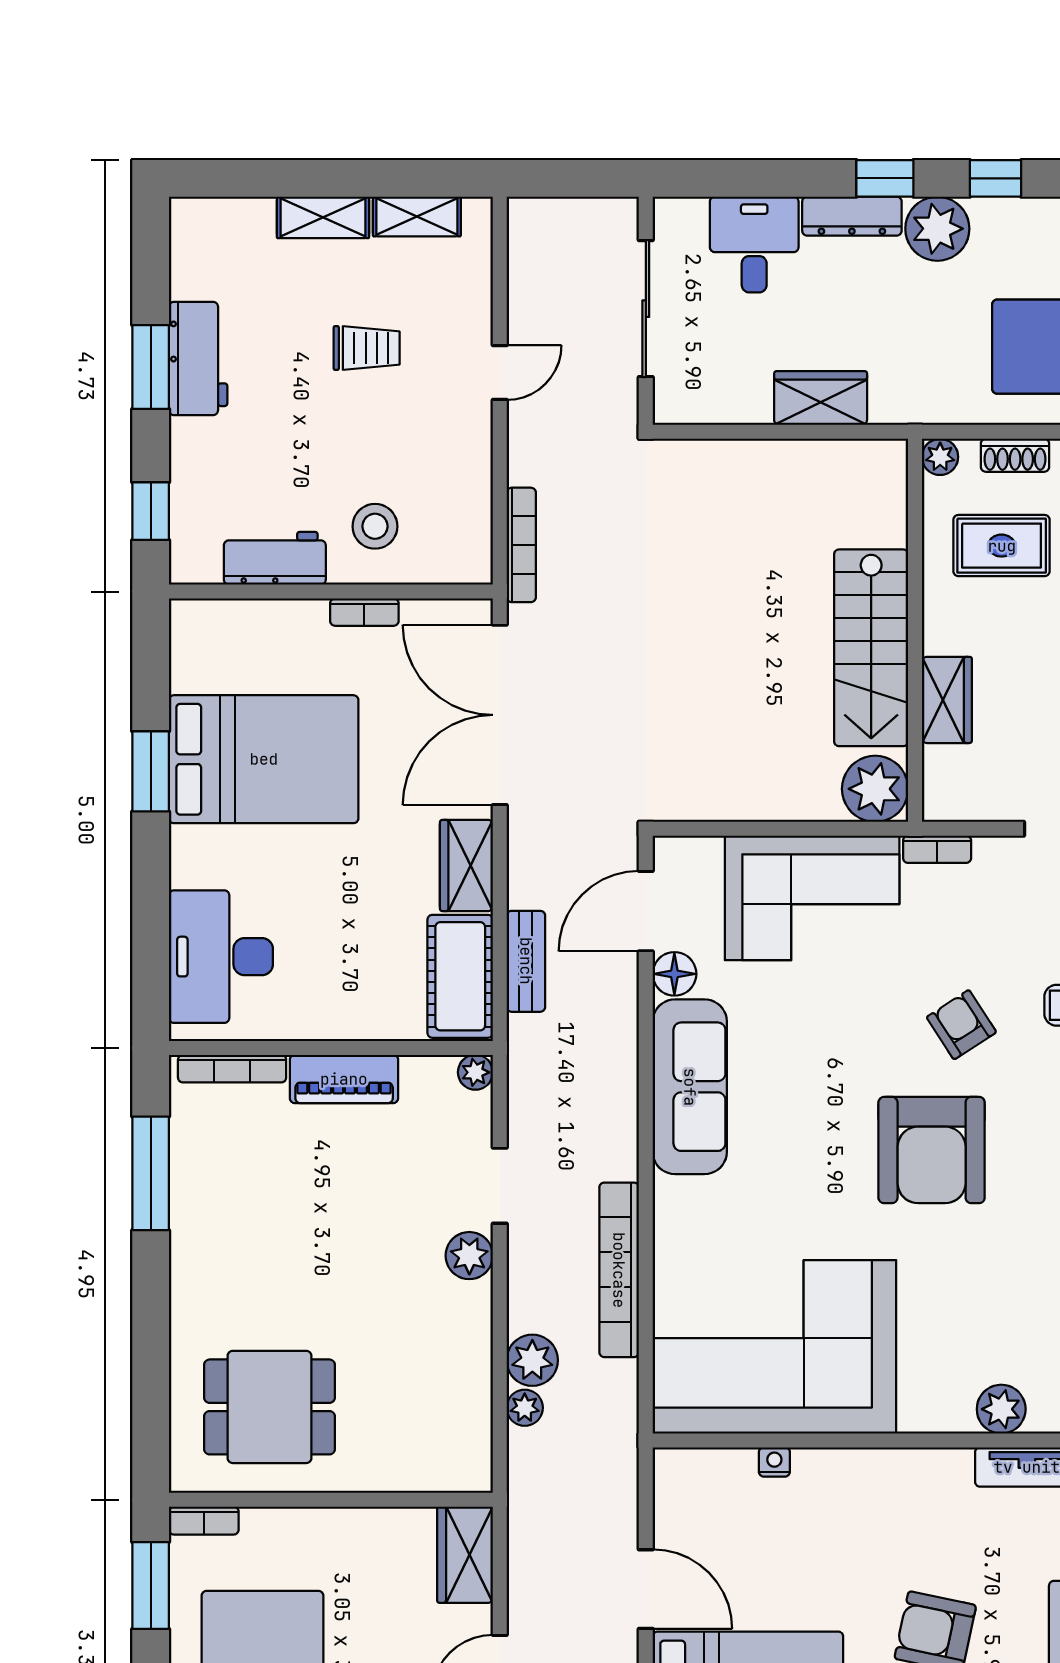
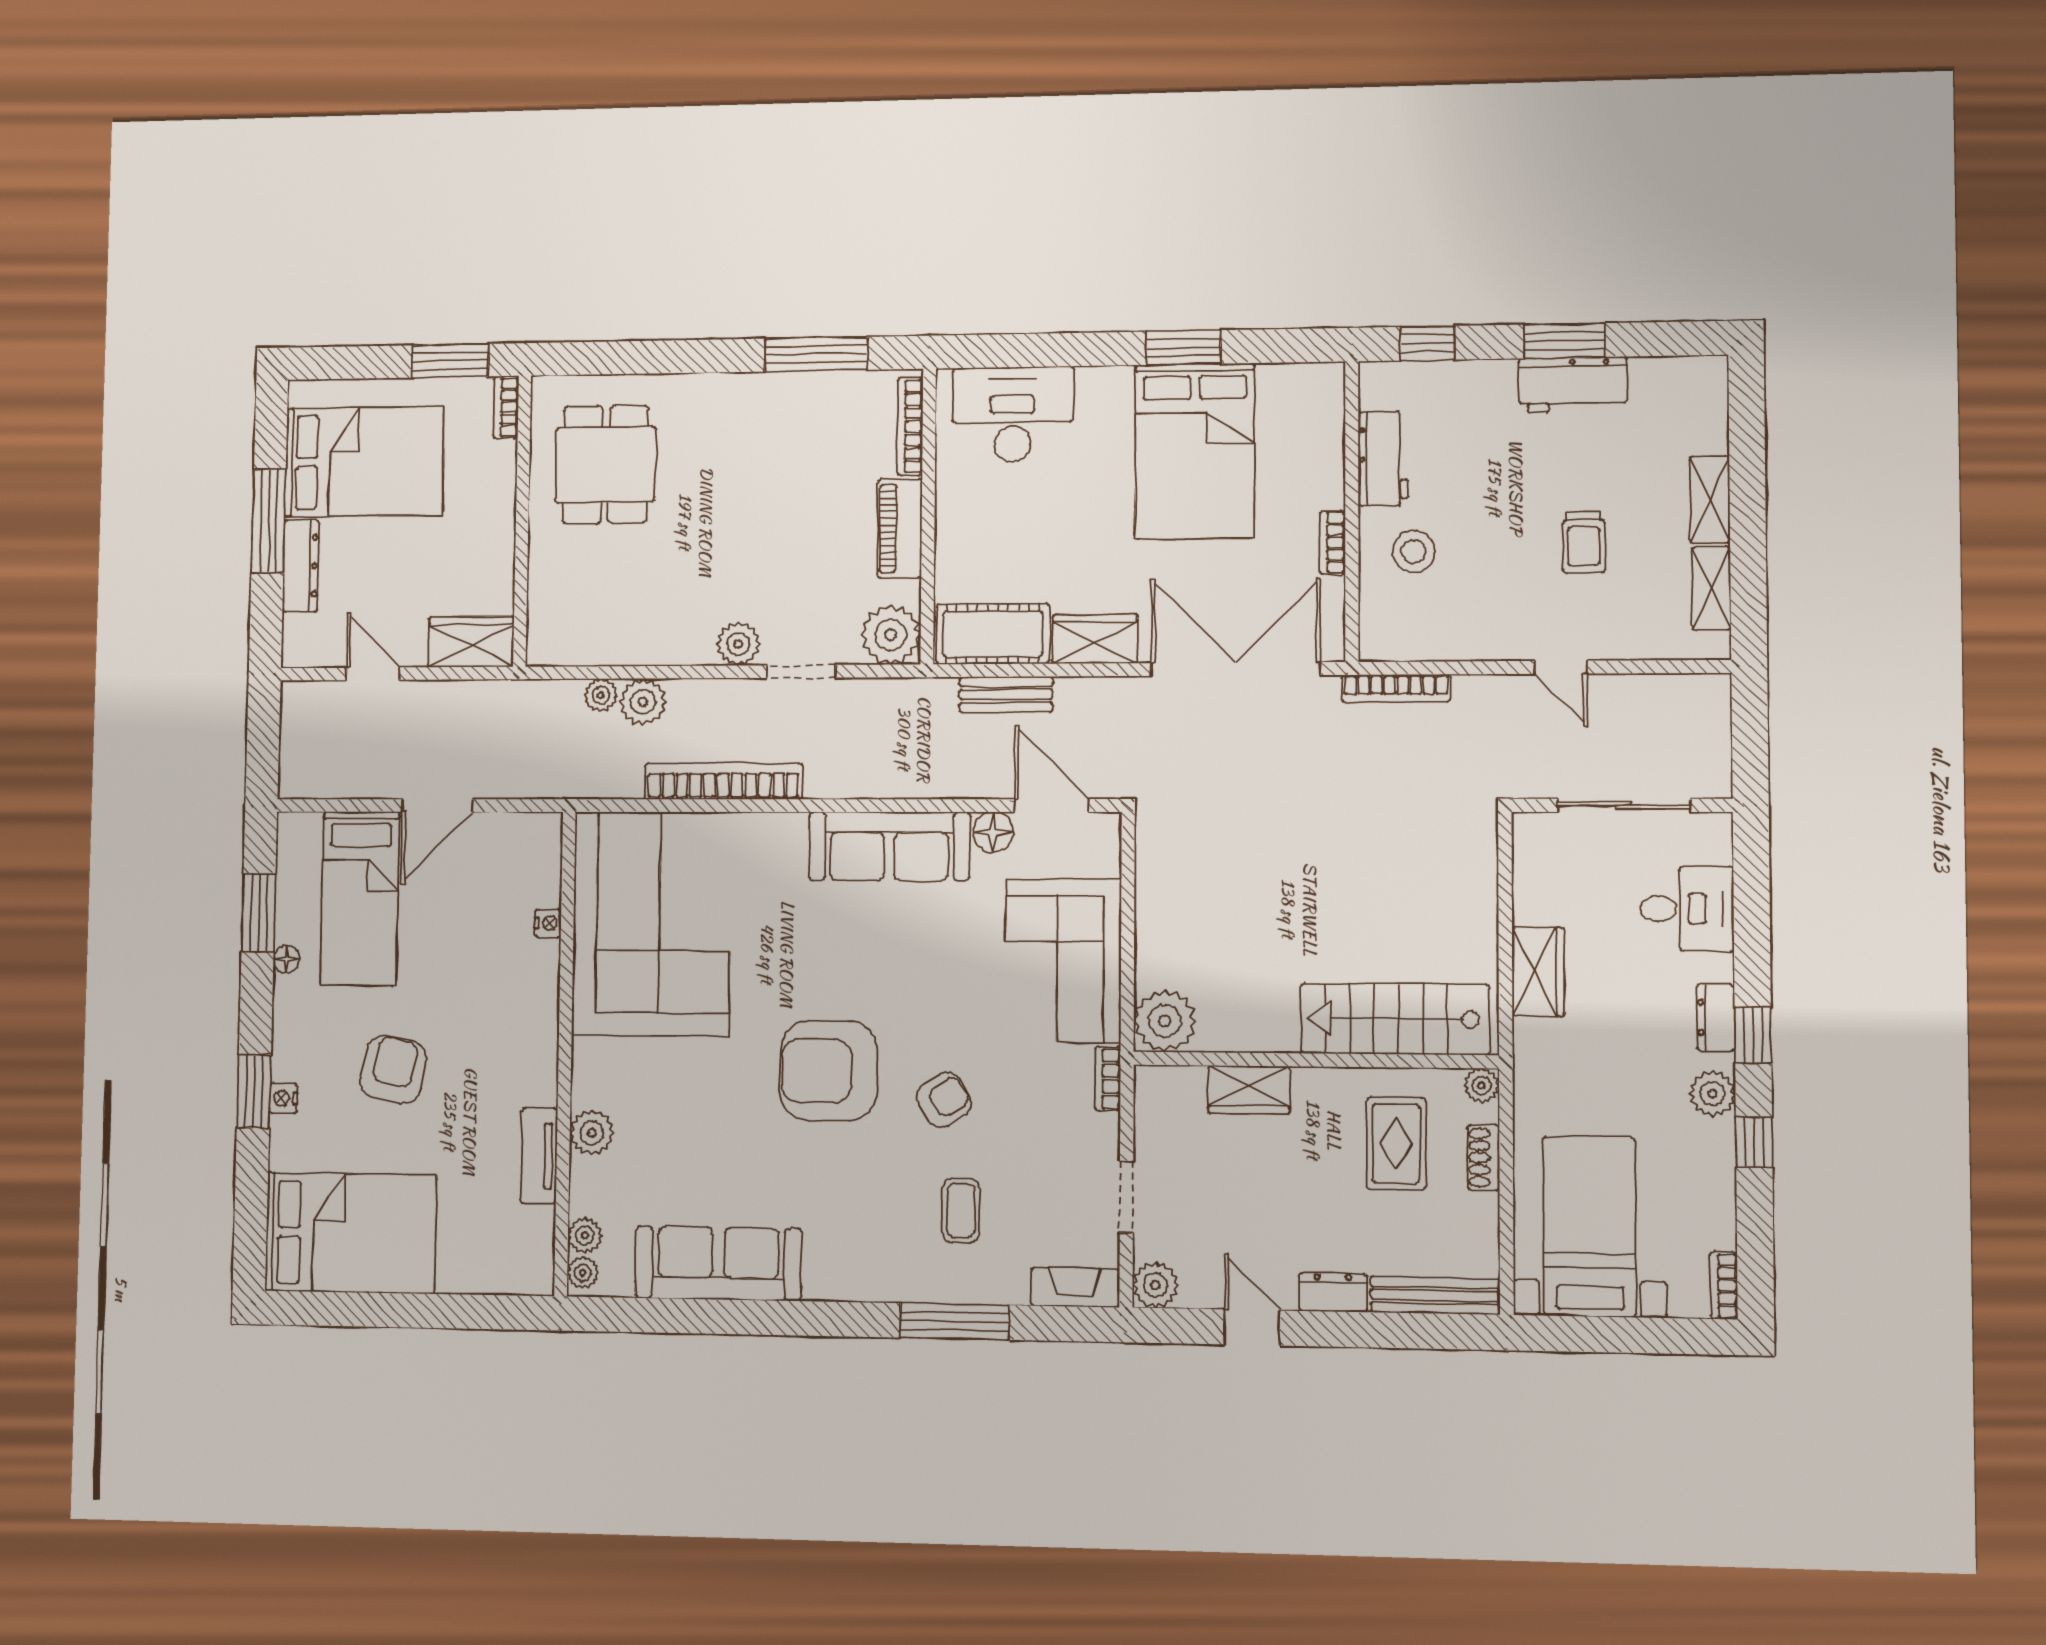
dresser: (852, 216) -> (1716, 1018), width x0.70
plant: (937, 229) -> (1712, 1094), width x0.73, depth x0.73
stairs: (871, 648) -> (1395, 1019), moved
plant: (475, 1072) -> (891, 635), width x1.88, depth x1.88

